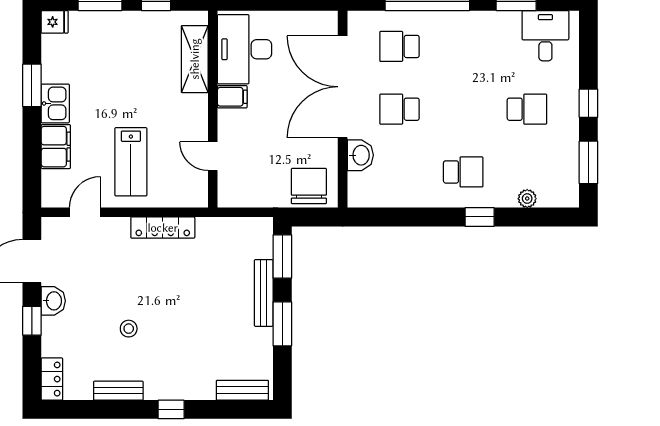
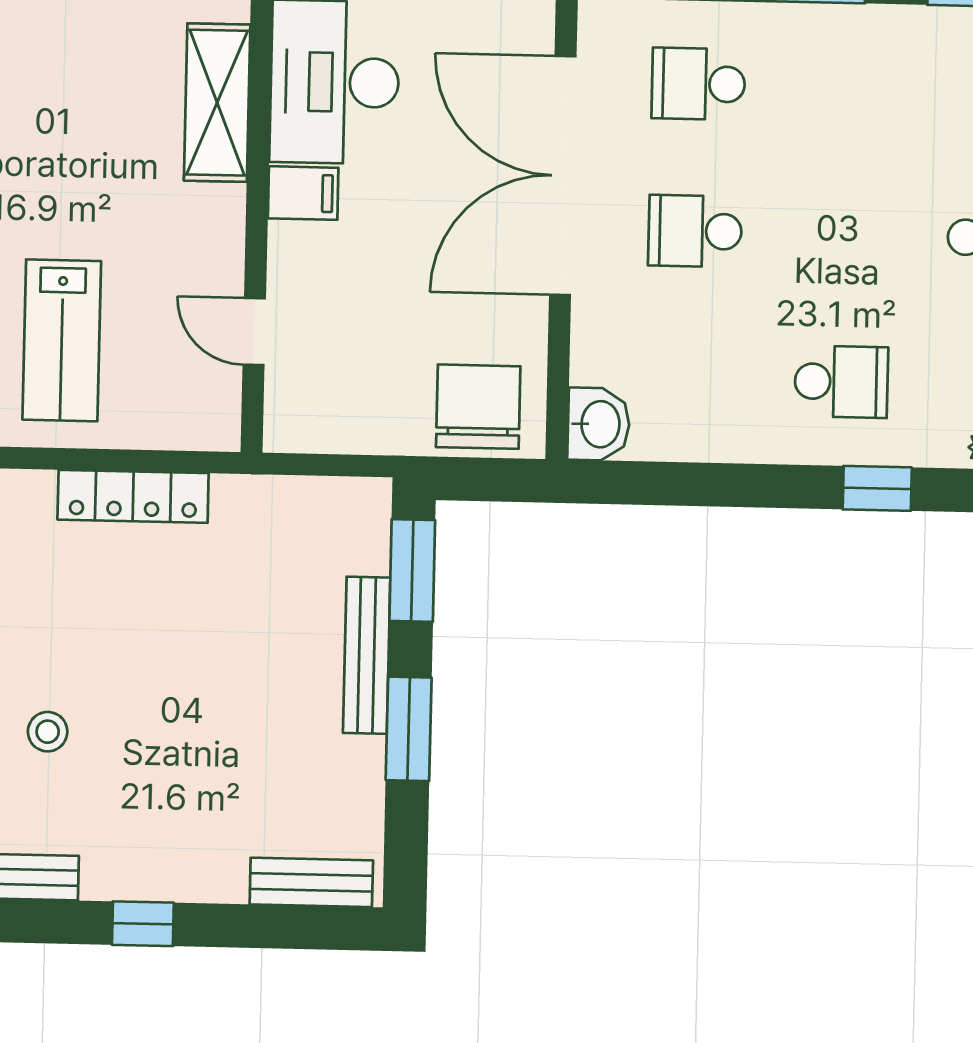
washbasin: (360, 155) -> (599, 424), moved

